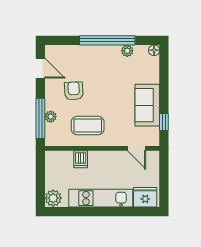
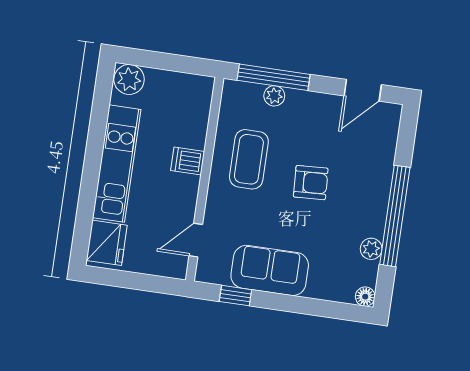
armchair: (74, 91) -> (311, 183), moved
dishwasher: (81, 159) -> (188, 161), moved

